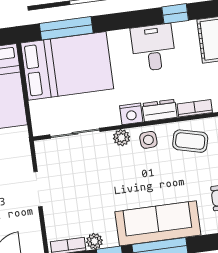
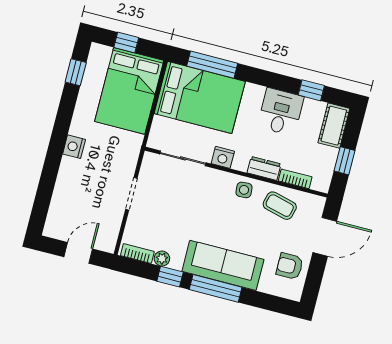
nightstand: (131, 114) -> (223, 157), moved
plant: (122, 138) -> (222, 179), removed

